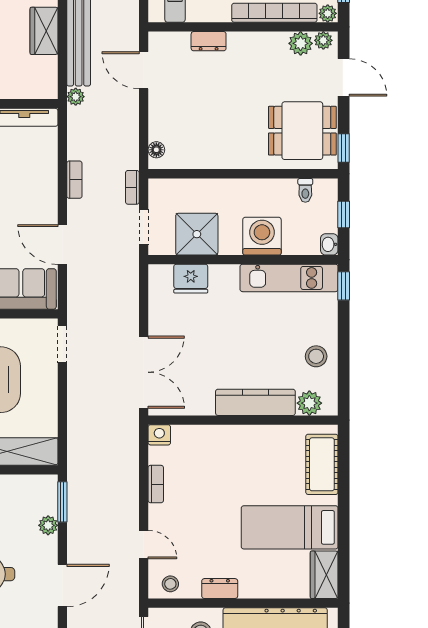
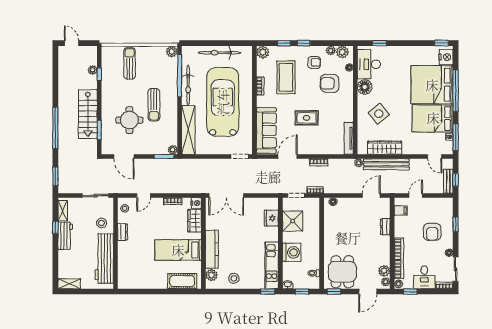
wardrobe: (44, 31) -> (385, 148), width x1.50
plant: (48, 525) -> (173, 150), moved
bed: (290, 527) -> (178, 250), moved, turned -90
wardrobe: (324, 575) -> (195, 221), moved, turned -90

